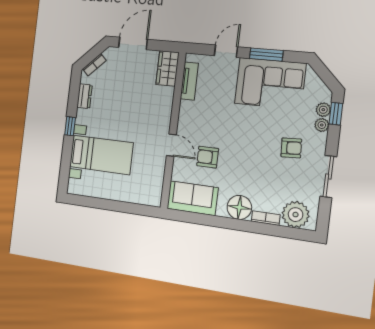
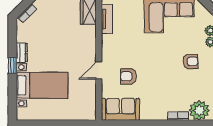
dresser: (84, 96) -> (22, 53), moved
door: (171, 145) -> (99, 70), swing flipped
floor lamp: (239, 207) -> (157, 111), removed

